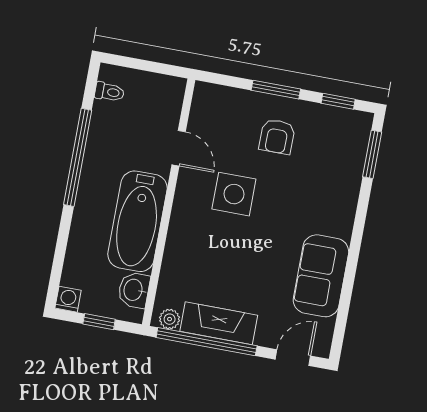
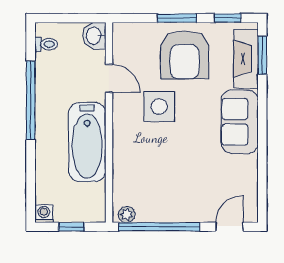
armchair: (277, 137) -> (185, 55), width x1.88, depth x1.88
sofa: (321, 276) -> (240, 122), moved
washbasin: (134, 290) -> (94, 36), moved
fireplace: (219, 323) -> (246, 59), moved, turned -90

